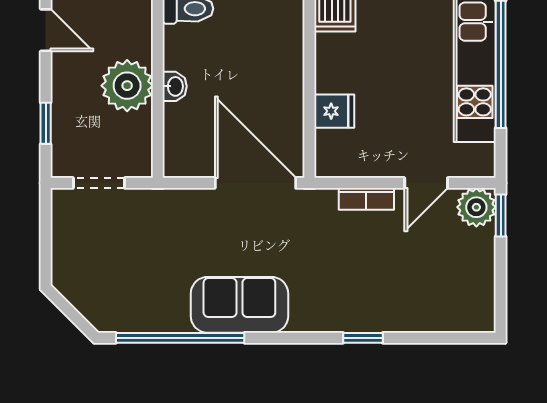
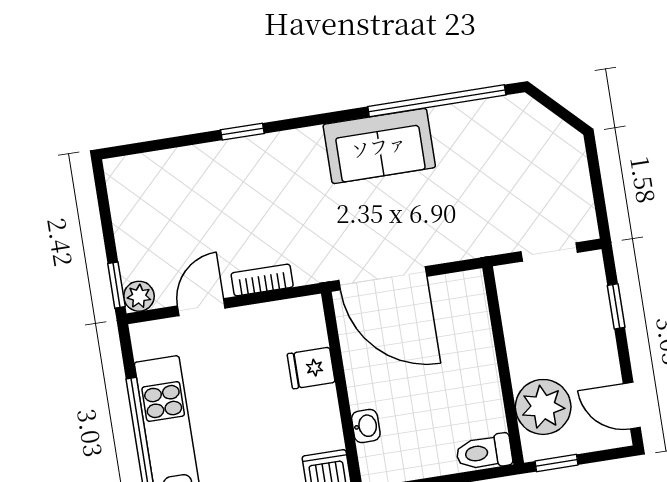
plant: (127, 86) -> (543, 407), moved
washbasin: (175, 86) -> (366, 426), moved, turned 180
plant: (476, 207) -> (139, 296), width x0.73, depth x0.73

